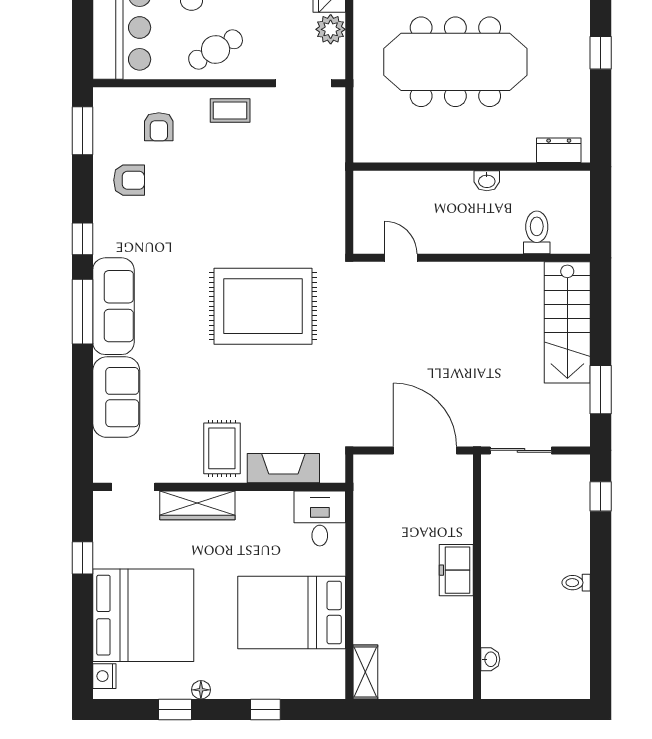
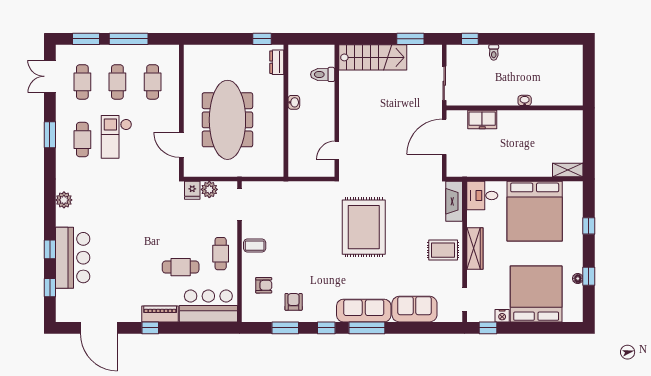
cafe table: (216, 50) -> (221, 254), turned 30
window: (601, 53) -> (262, 39), moved
coffee table: (230, 111) -> (255, 246), turned 90
window: (82, 131) -> (285, 328), moved
fireplace: (283, 468) -> (454, 201), moved
wardrobe: (197, 505) -> (475, 248), moved
window: (82, 558) -> (488, 328), moved
freezer: (456, 570) -> (482, 119), moved
toilet: (576, 583) -> (494, 52), moved
bed: (292, 613) -> (535, 211), width x1.36
washbasin: (490, 659) -> (525, 100), moved
nightstand: (104, 676) -> (502, 316), moved
floor lamp: (201, 690) -> (578, 279), moved

